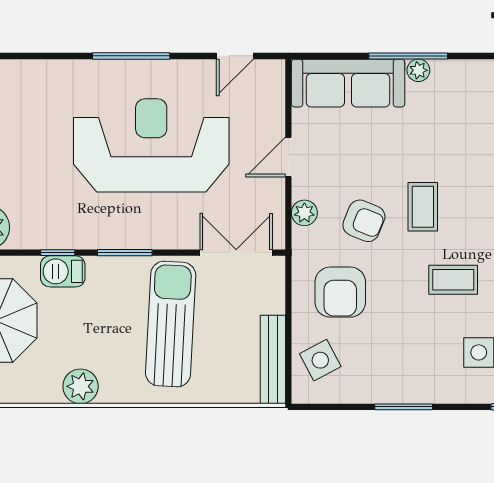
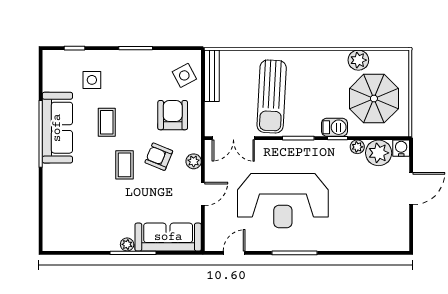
plant: (24, 238) -> (357, 147), added
coffee table: (453, 280) -> (107, 122), turned 90
plant: (81, 386) -> (358, 60), moved

